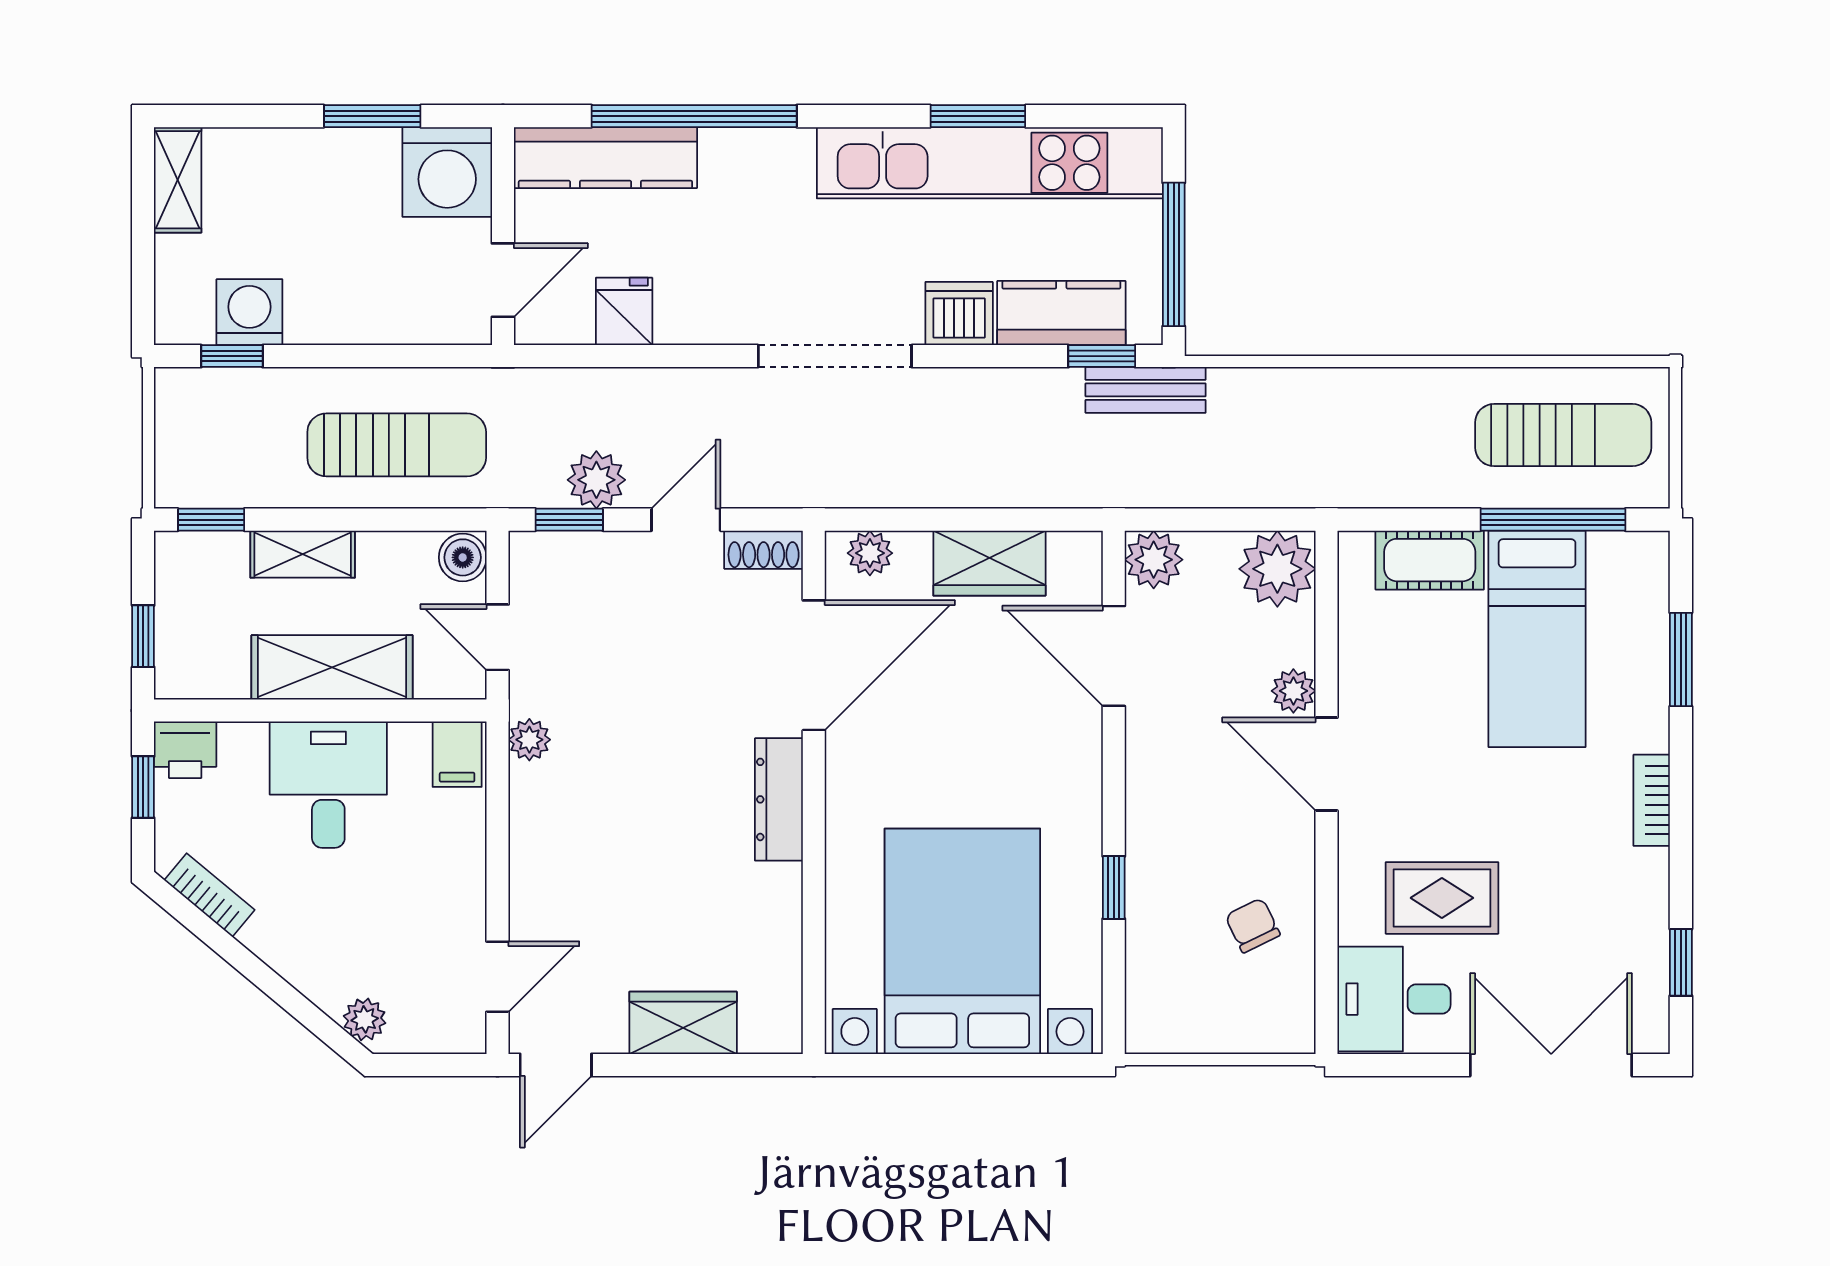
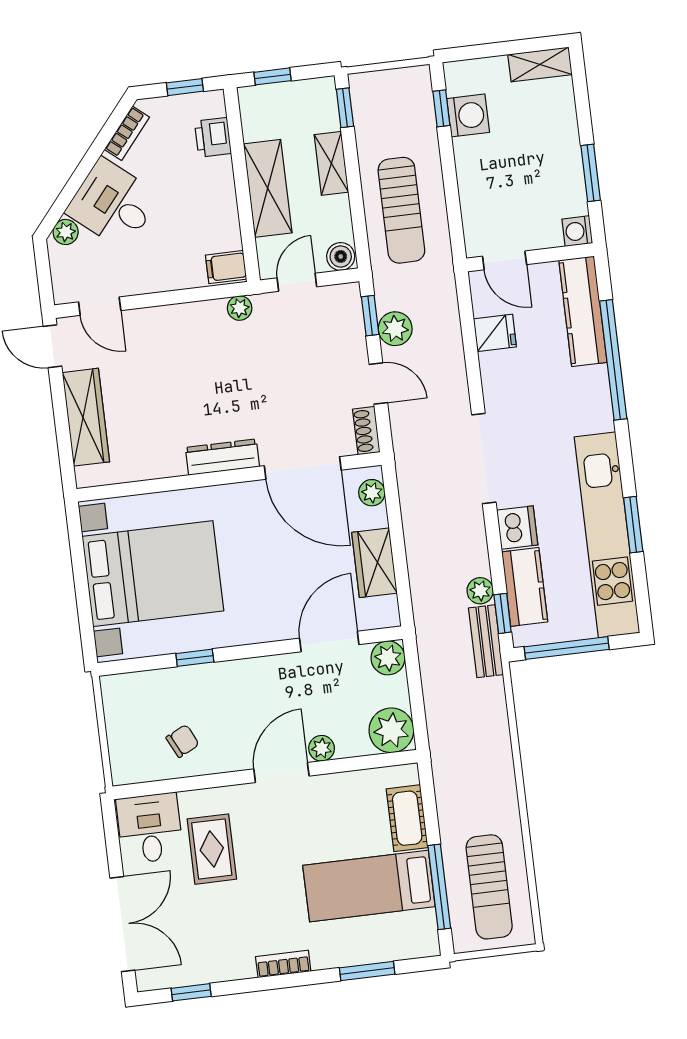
washing machine: (447, 172) -> (577, 231), width x0.53, depth x0.53
plant: (1059, 389) -> (480, 591), added
printer: (185, 750) -> (213, 137), moved
desk: (328, 785) -> (113, 204), moved, turned -140
wardrobe: (683, 1023) -> (86, 417), width x1.50

